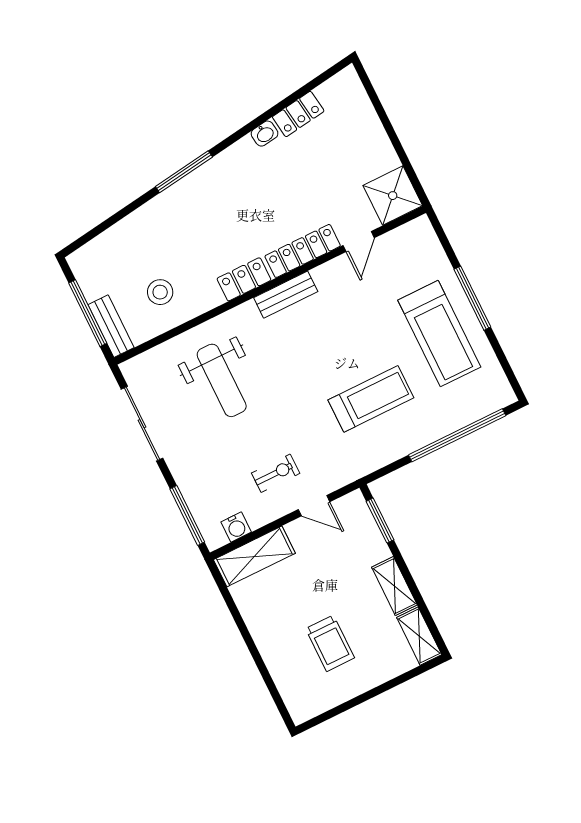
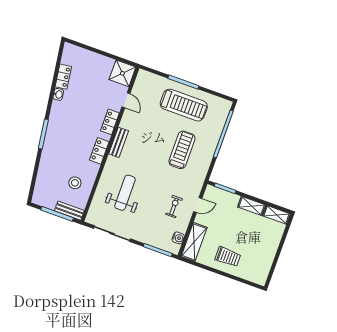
locker: (303, 251) -> (110, 122), width x0.66
weight bench: (222, 380) -> (125, 193), turned -90
trolley: (330, 643) -> (228, 257), moved

